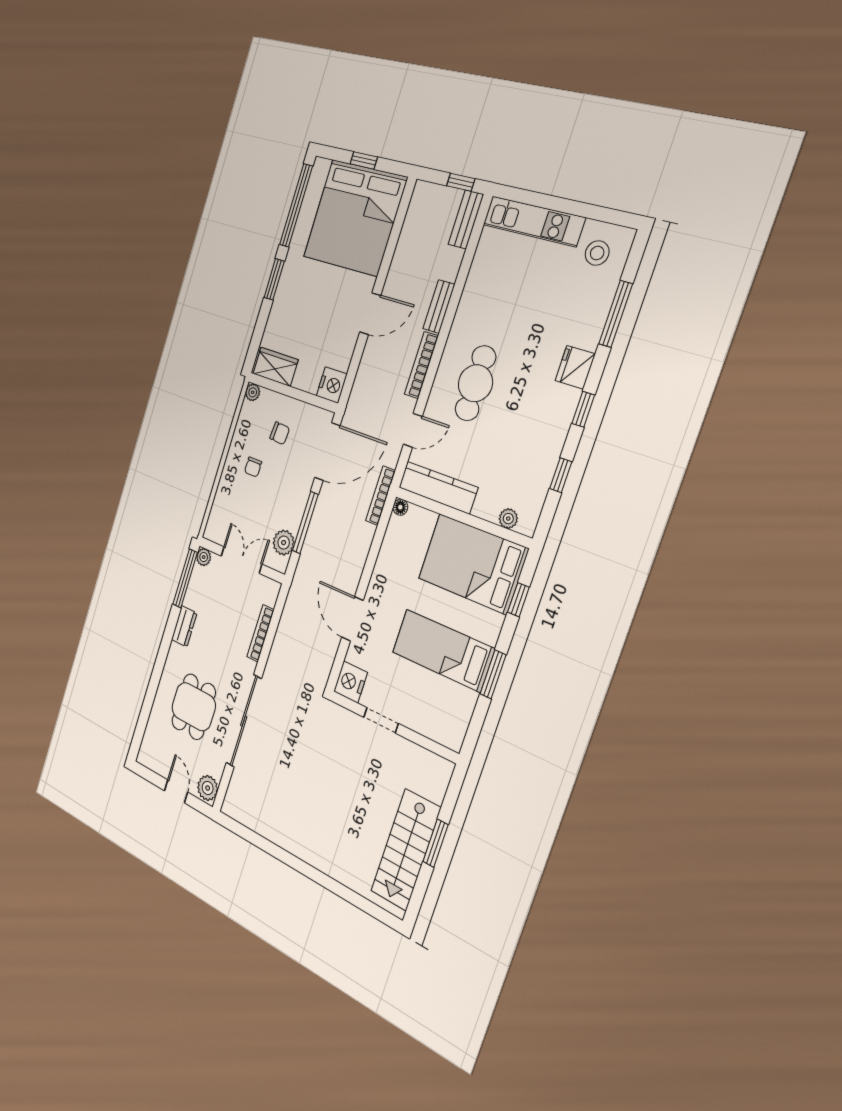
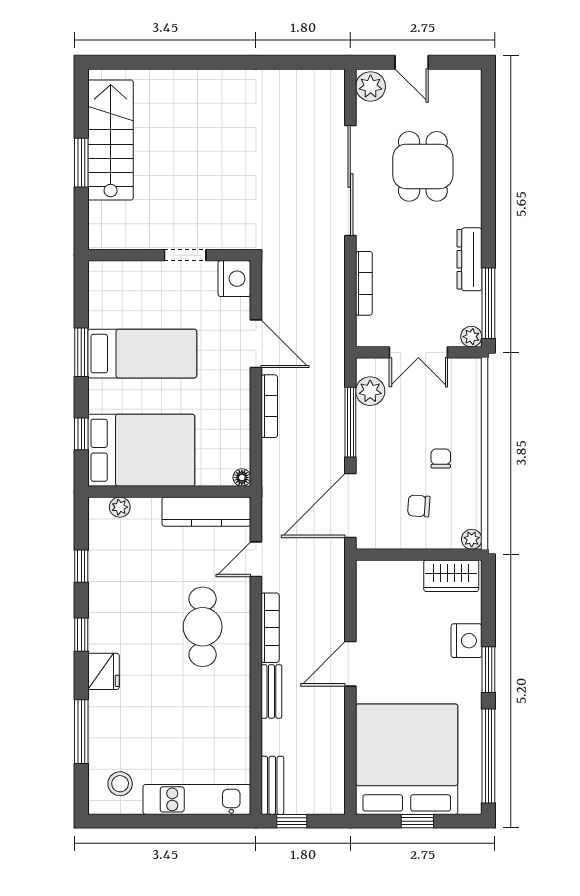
nightstand: (332, 385) -> (466, 641), moved, turned 180
bookcase: (380, 496) -> (269, 406), moved
dresser: (184, 626) -> (469, 259), width x1.44

